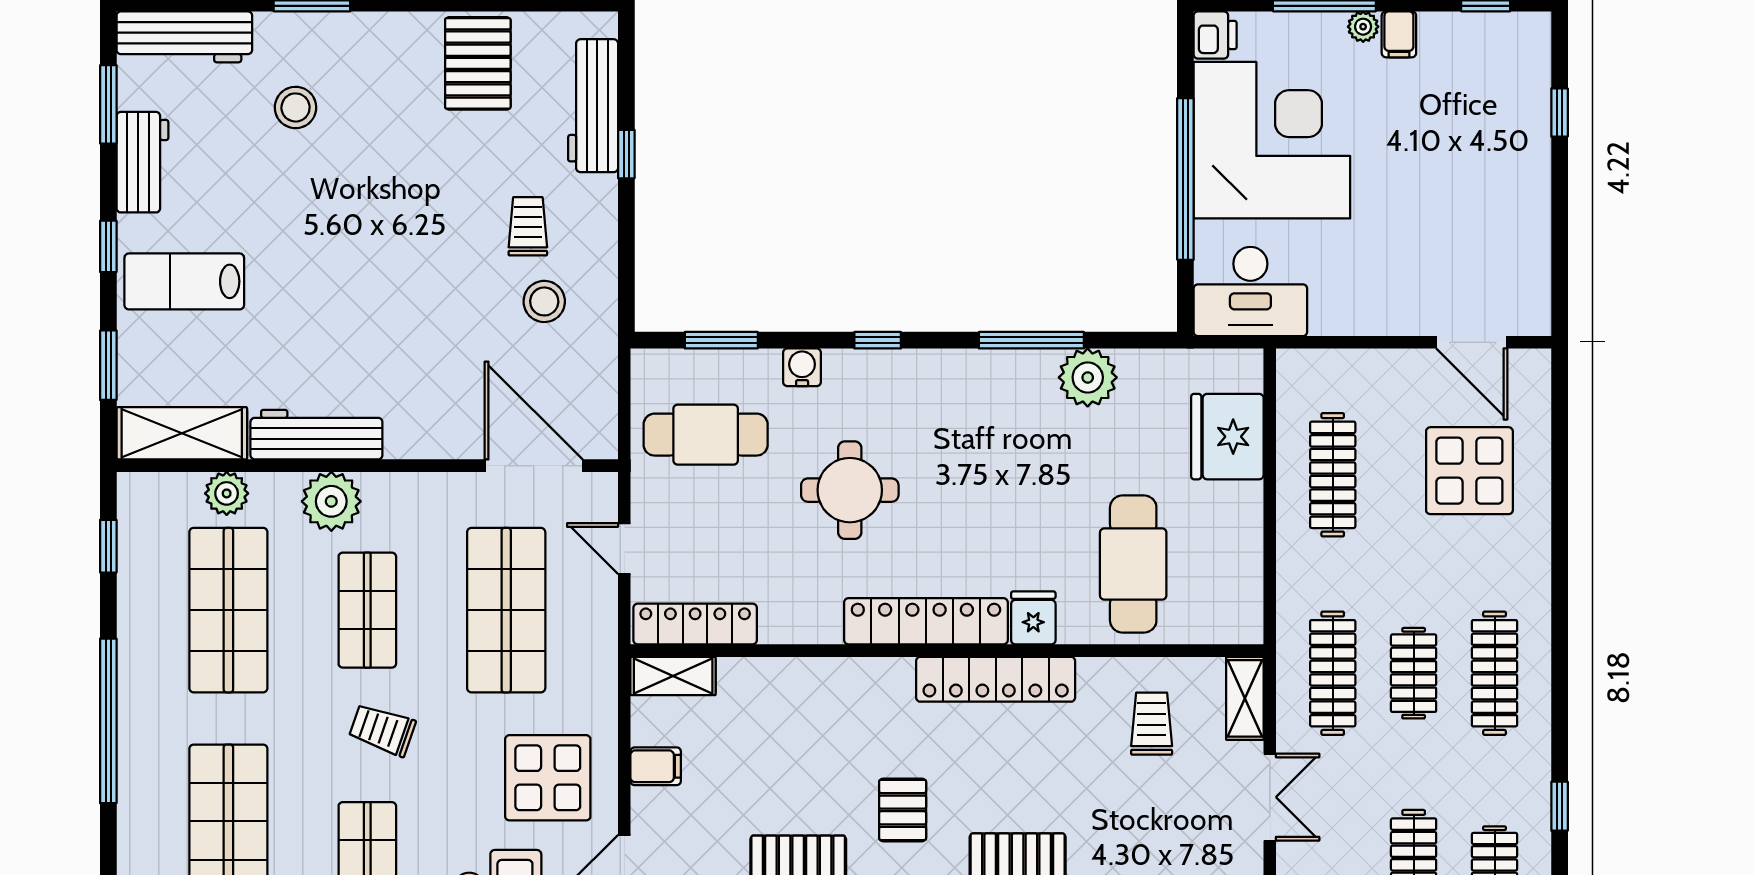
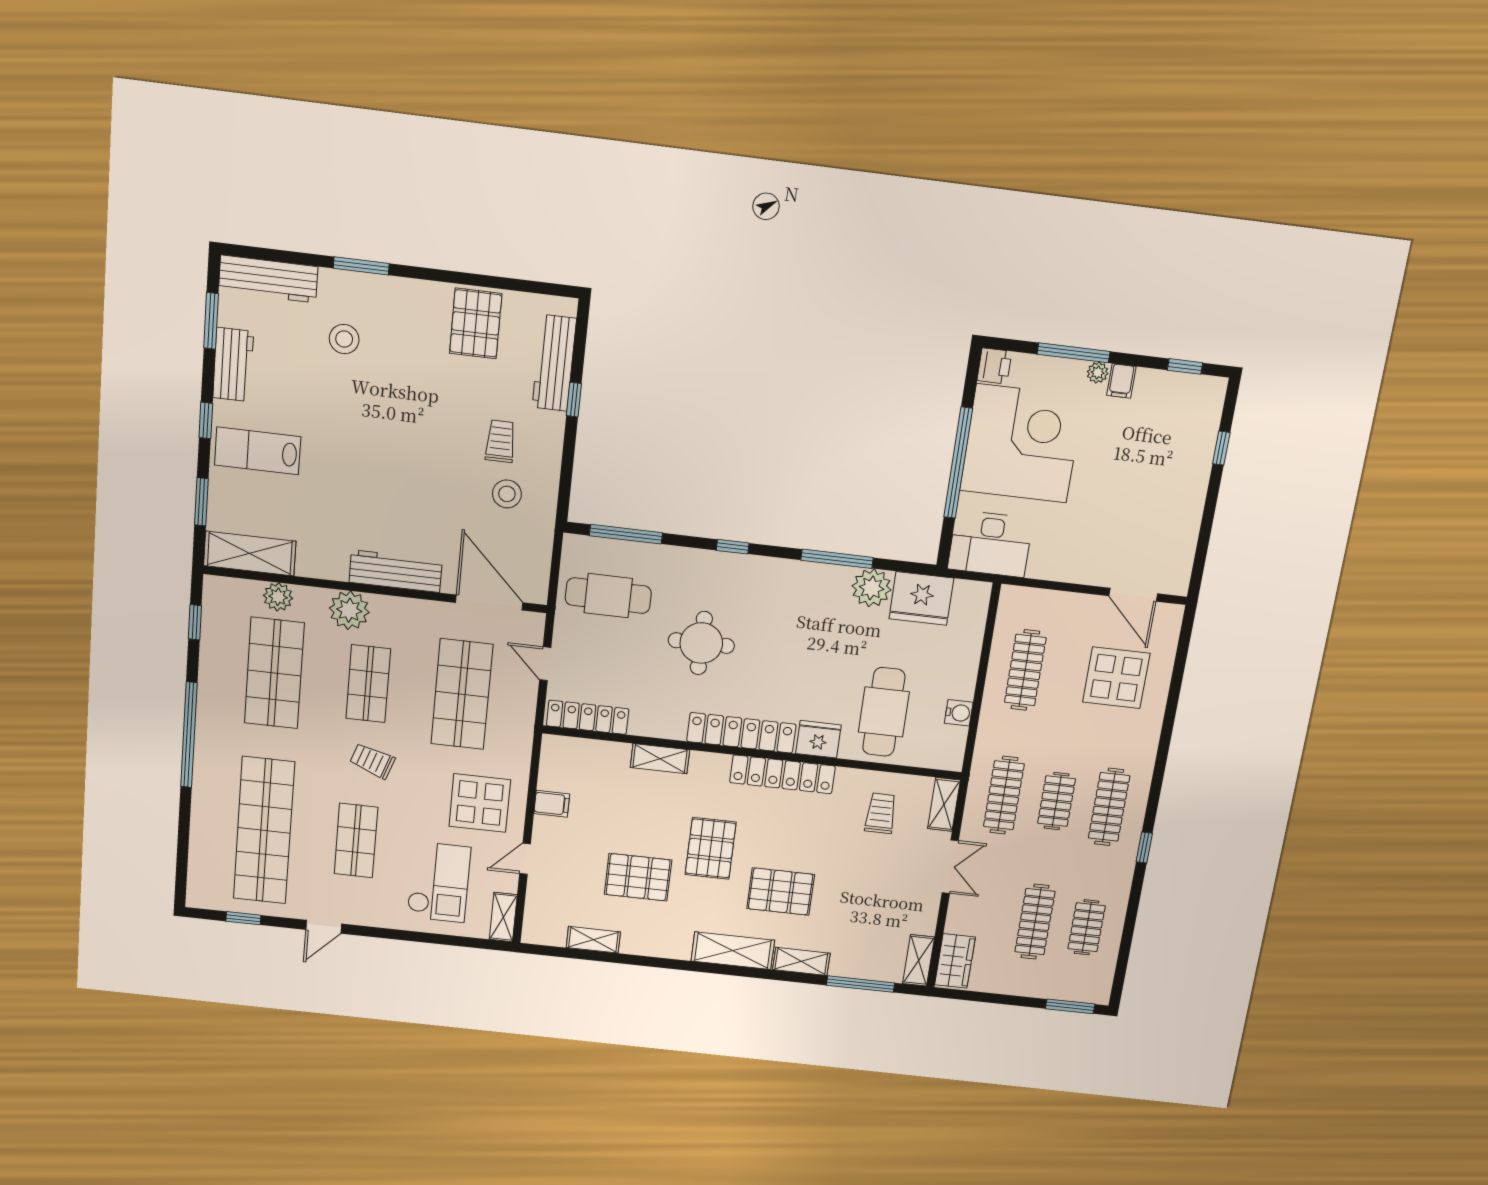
window: (721, 340) -> (626, 534), width x1.44
water cooler: (802, 367) -> (959, 713), moved, turned 90
workbench: (316, 435) -> (396, 571), moved
fridge: (1227, 437) -> (921, 598), moved, turned -90
fridge: (1033, 618) -> (818, 739), width x1.38
shelving: (673, 676) -> (660, 759), moved
window: (1560, 806) -> (1144, 848), moved
pallet: (903, 810) -> (711, 848), width x1.50, depth x1.42

